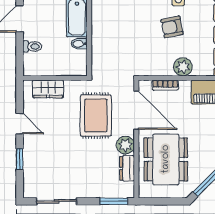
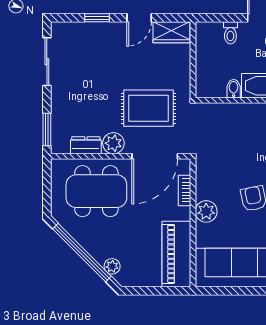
wardrobe: (48, 89) -> (171, 32), moved, turned -90

